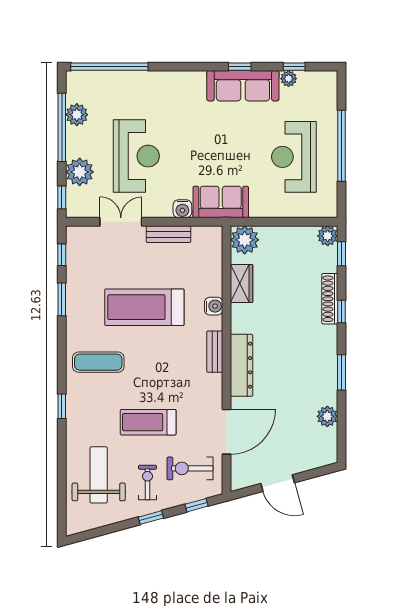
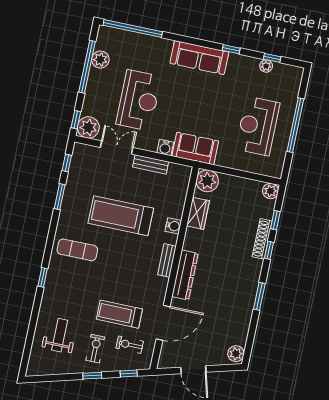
sofa: (243, 86) -> (199, 58), moved
plant: (80, 172) -> (88, 127), moved
window: (342, 254) -> (275, 220), moved
plant: (327, 416) -> (236, 354), moved
treadmill: (148, 422) -> (119, 314), moved
exercise bike: (190, 468) -> (130, 345), width x0.73, depth x0.72
weight bench: (99, 475) -> (60, 335), width x0.73, depth x0.75

